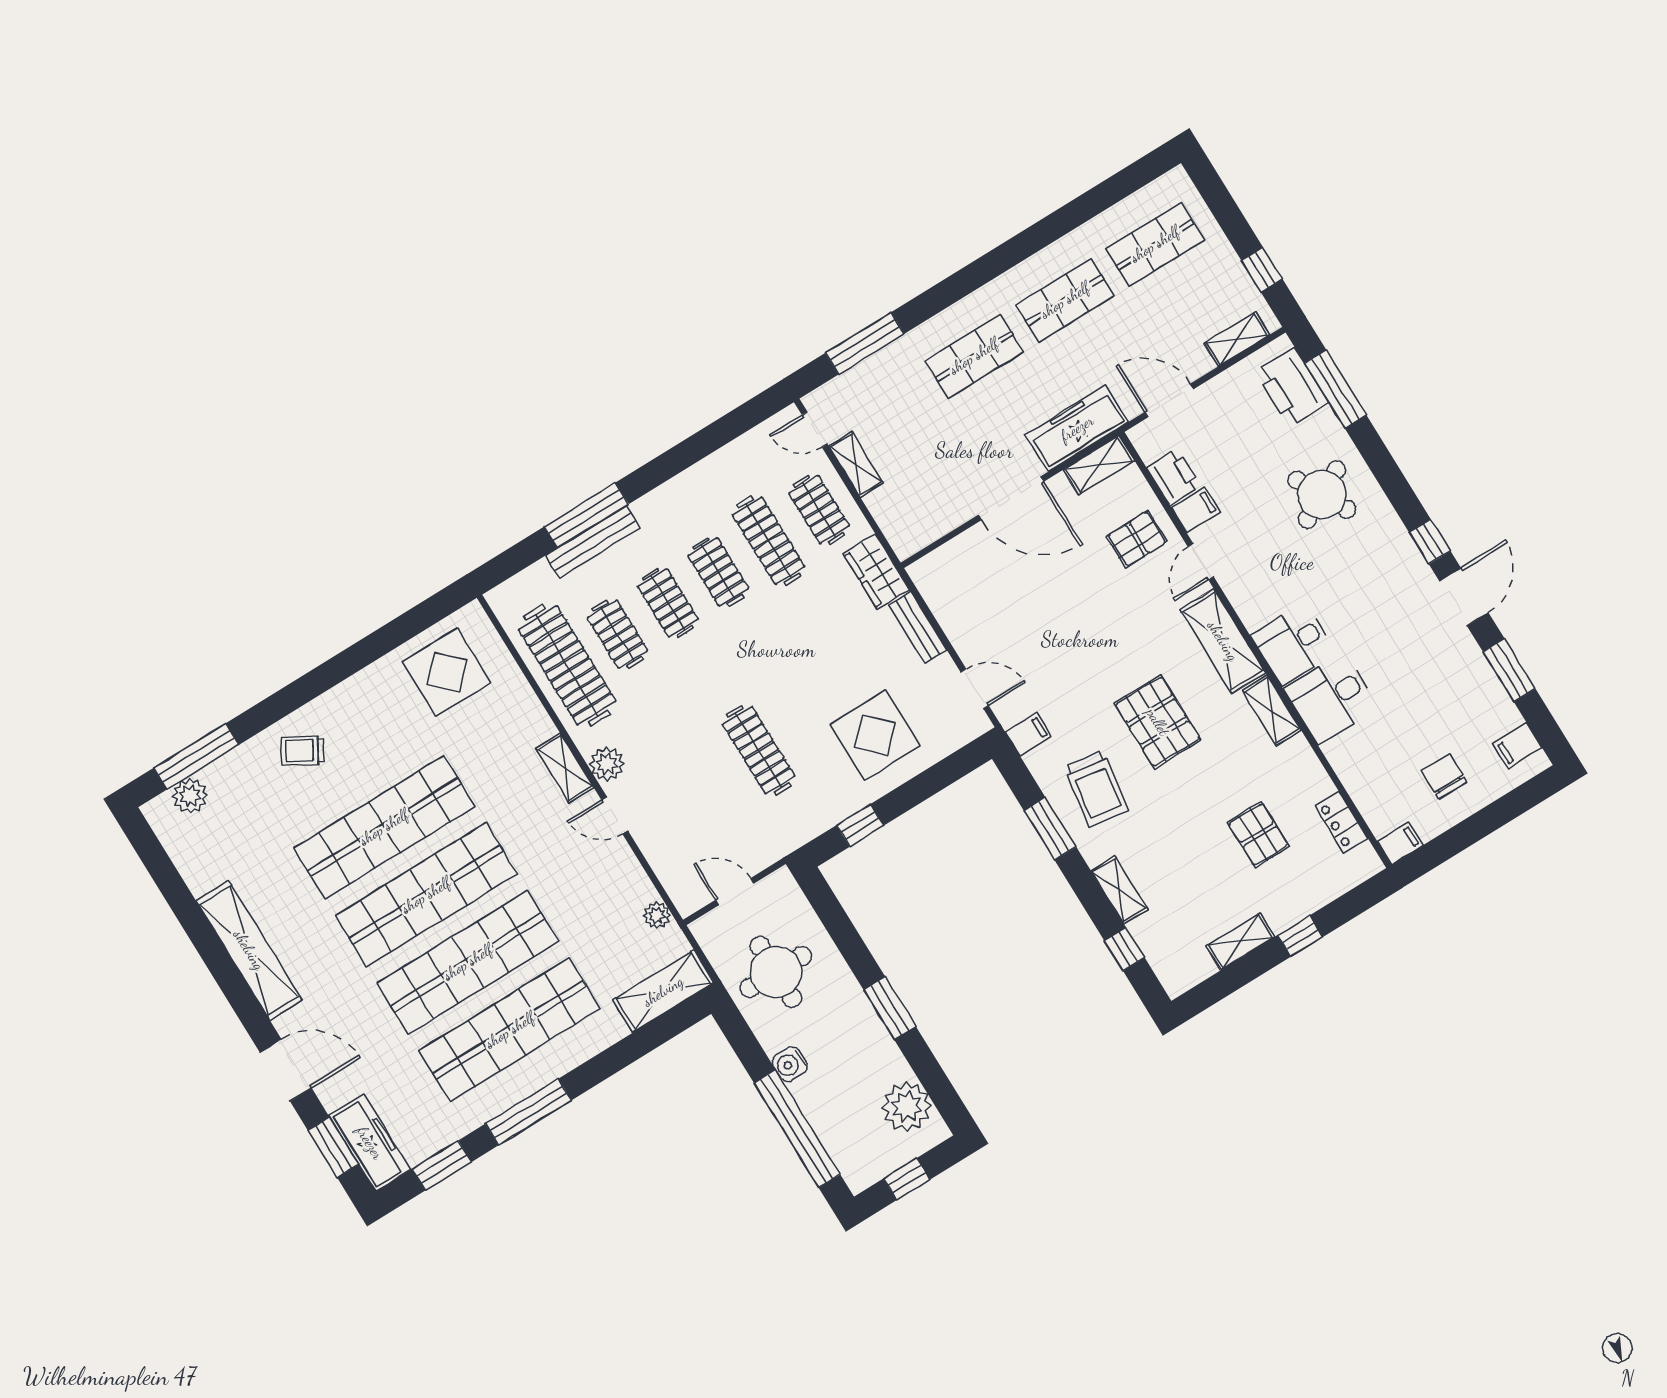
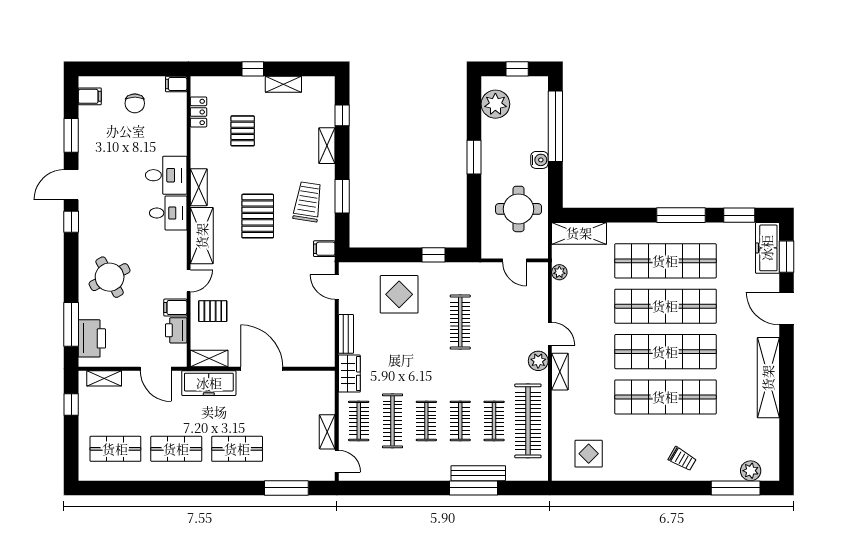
display table: (447, 672) -> (589, 454), width x0.73, depth x0.73

